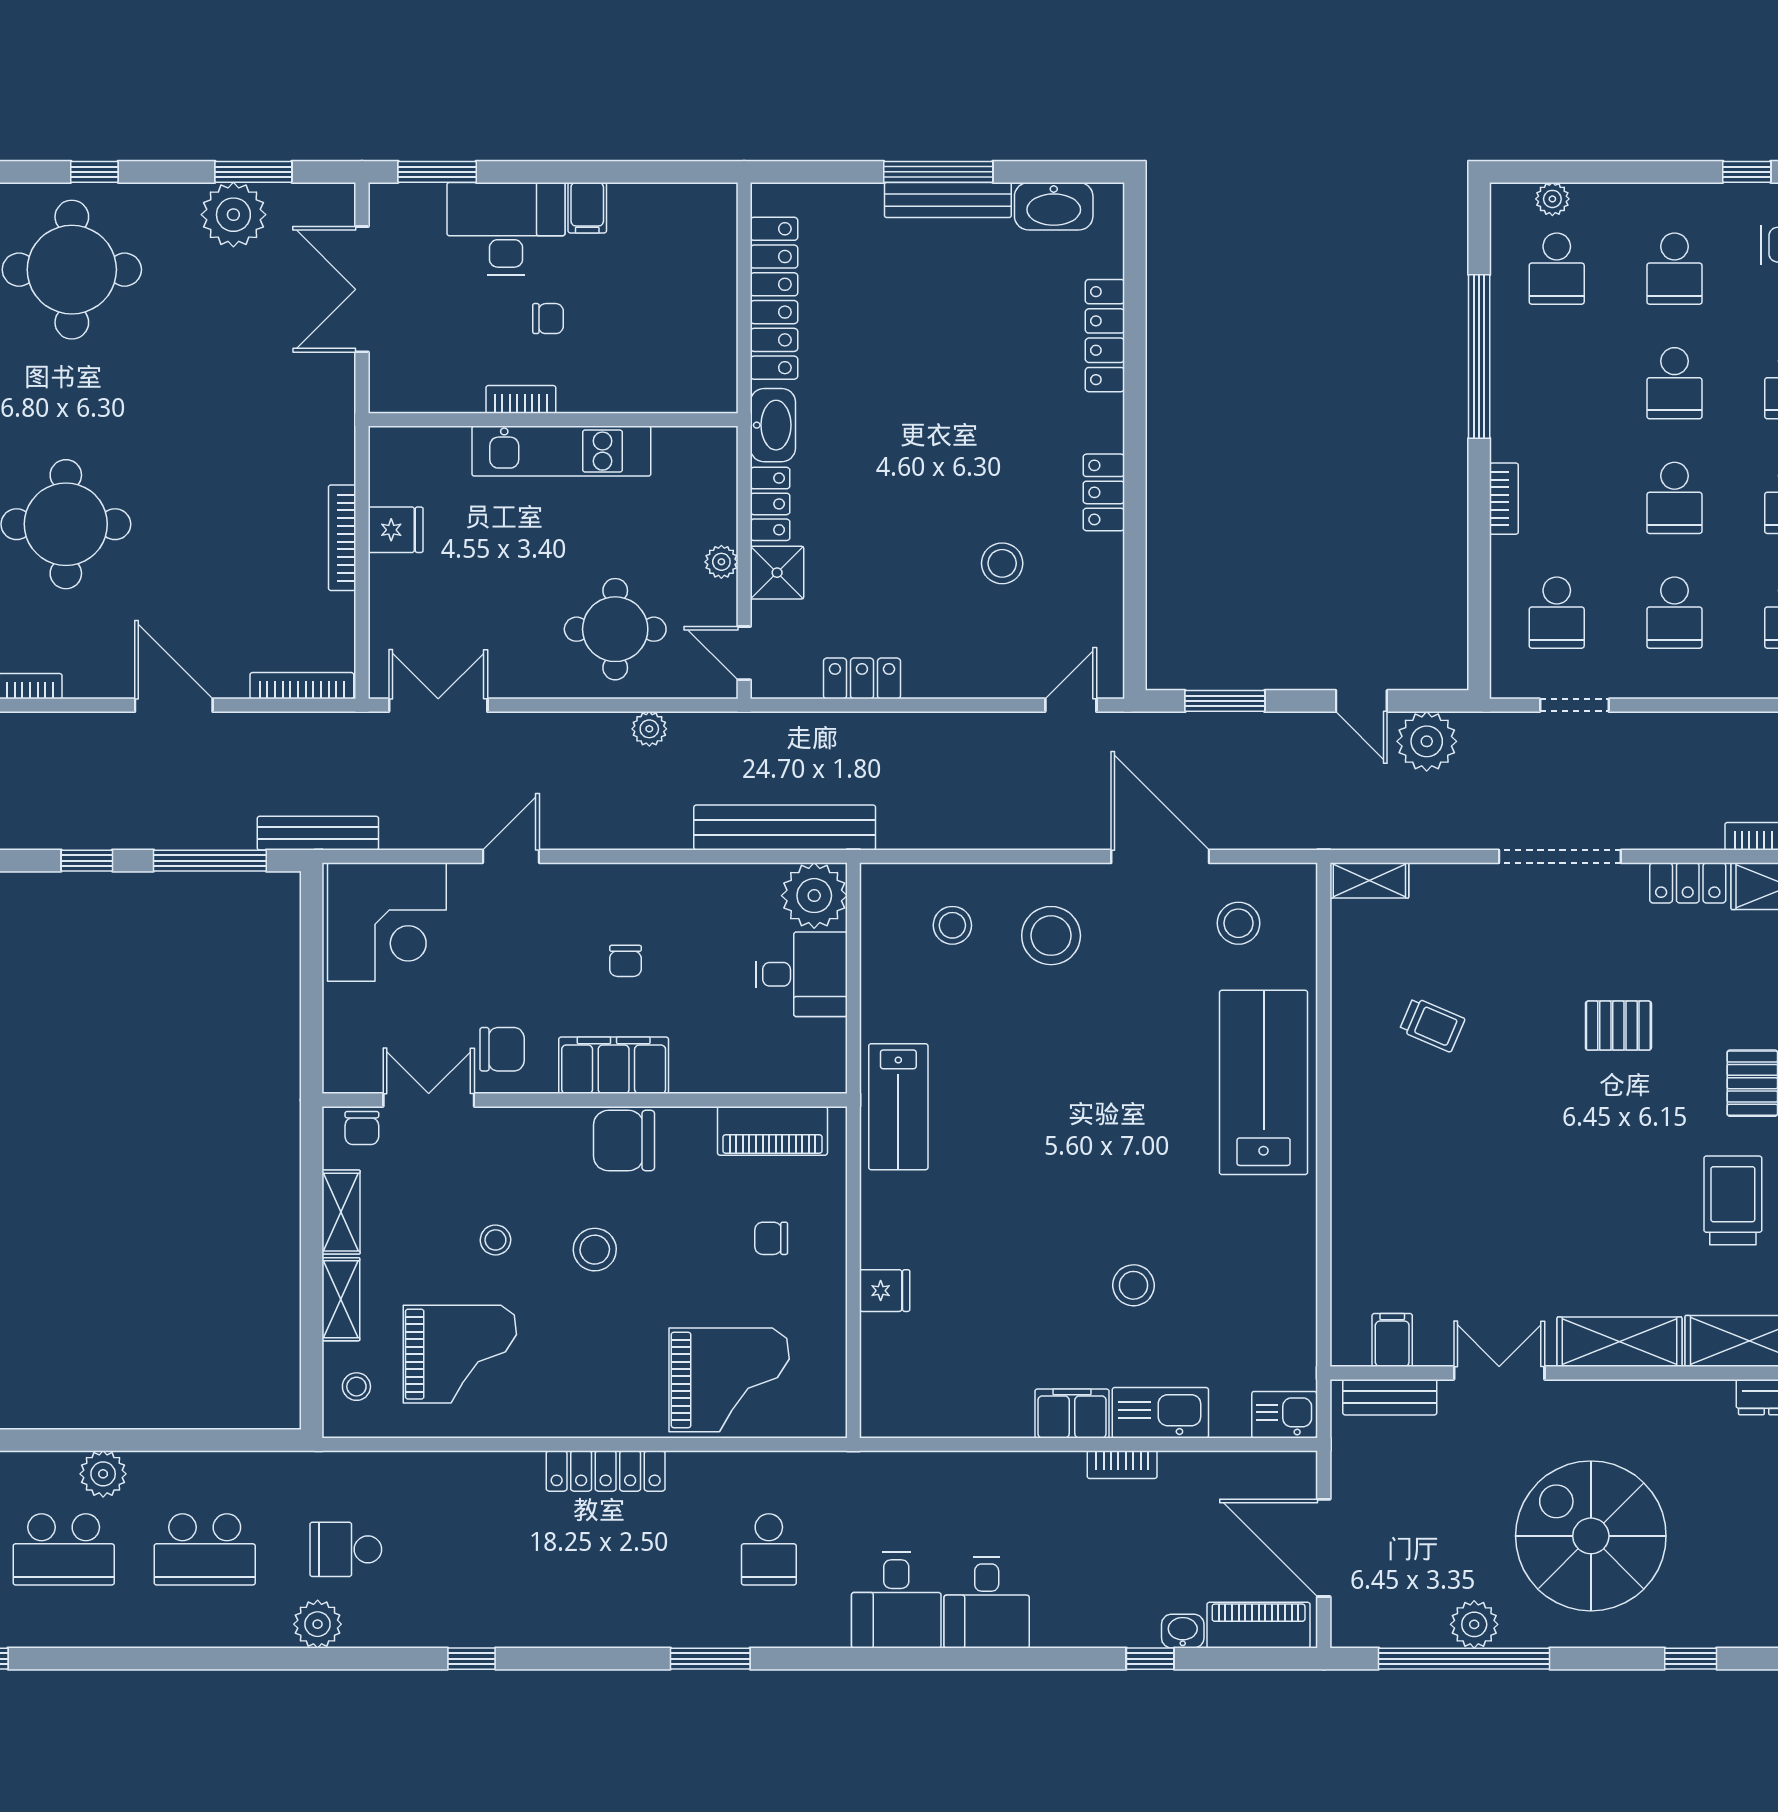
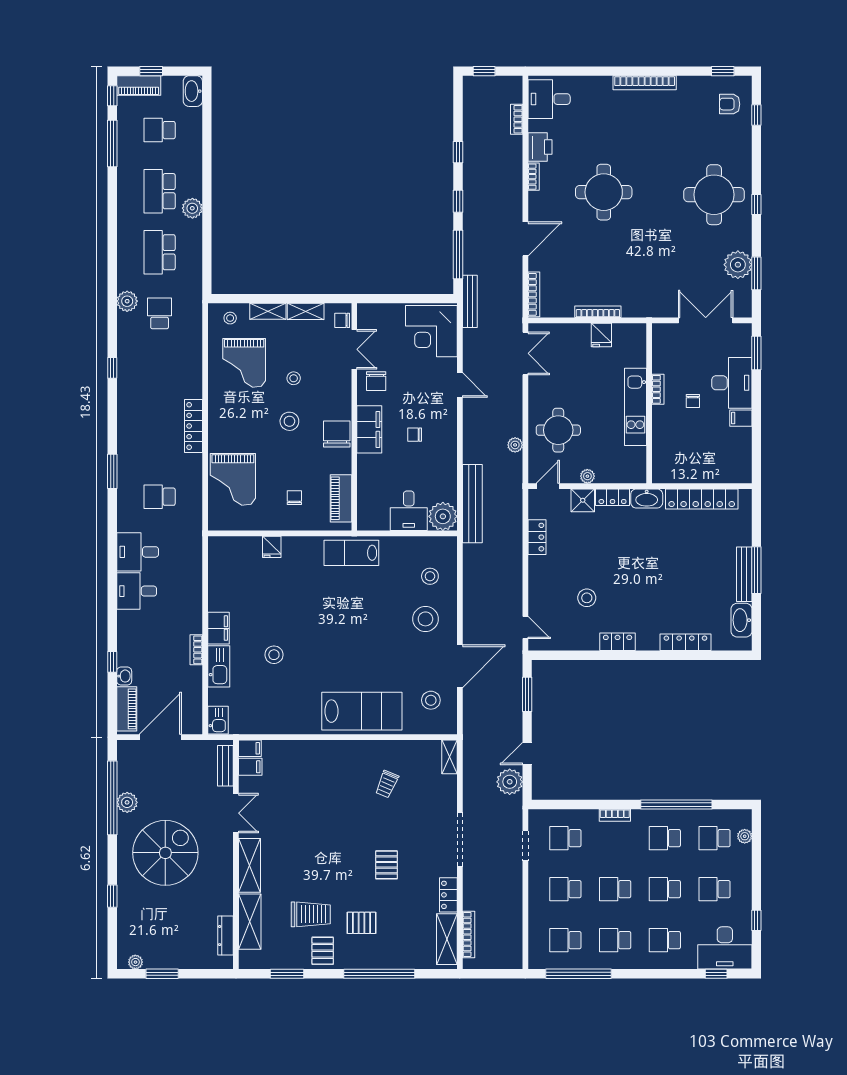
school desk: (1557, 383) -> (665, 838), added
filing cabinet: (1349, 1341) -> (250, 748), added

